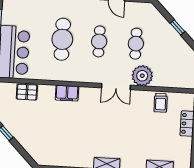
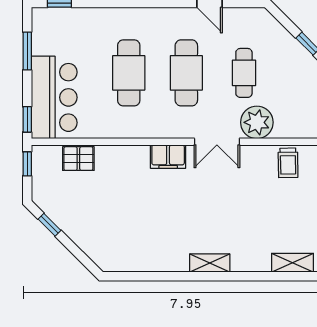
cafe table: (99, 41) -> (186, 73), width x1.37, depth x1.35
filing cabinet: (67, 93) -> (168, 157), moved

